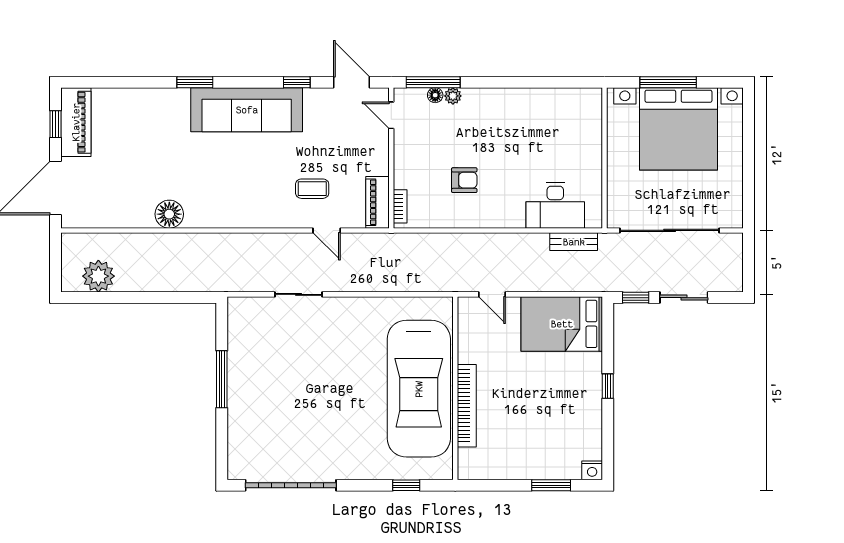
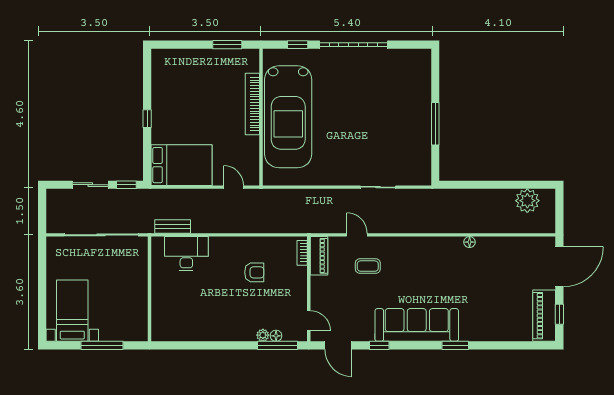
bed with nightstands: (678, 129) -> (72, 311), width x0.54
armchair: (464, 180) -> (254, 272), turned 180
floor lamp: (169, 214) -> (470, 242), width x0.53, depth x0.53
car: (419, 389) -> (288, 117), turned 180
nightstand: (592, 470) -> (159, 56), removed
garage door: (291, 485) -> (353, 45), moved
window: (551, 485) -> (227, 45), moved

